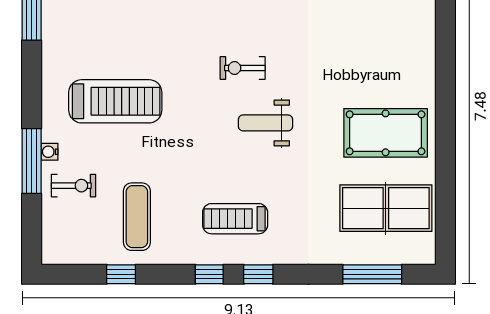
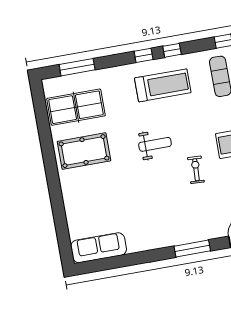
exercise bike: (243, 68) -> (196, 170), moved, turned -87
treadmill: (235, 219) -> (163, 85), width x1.37, depth x1.38

